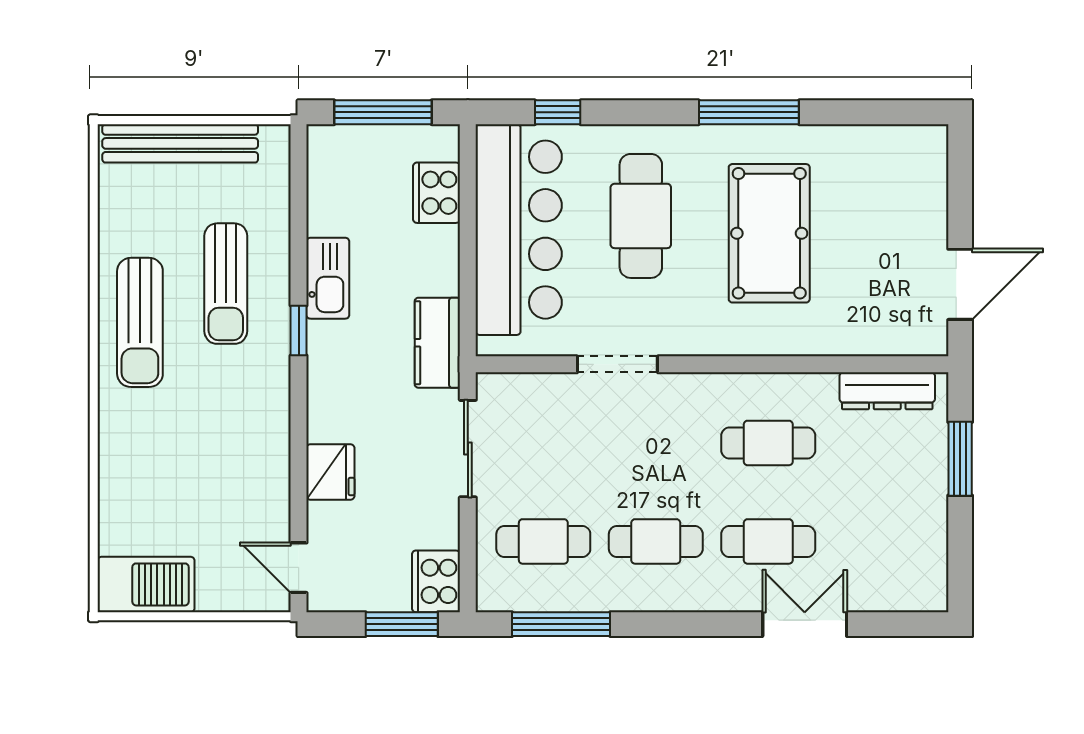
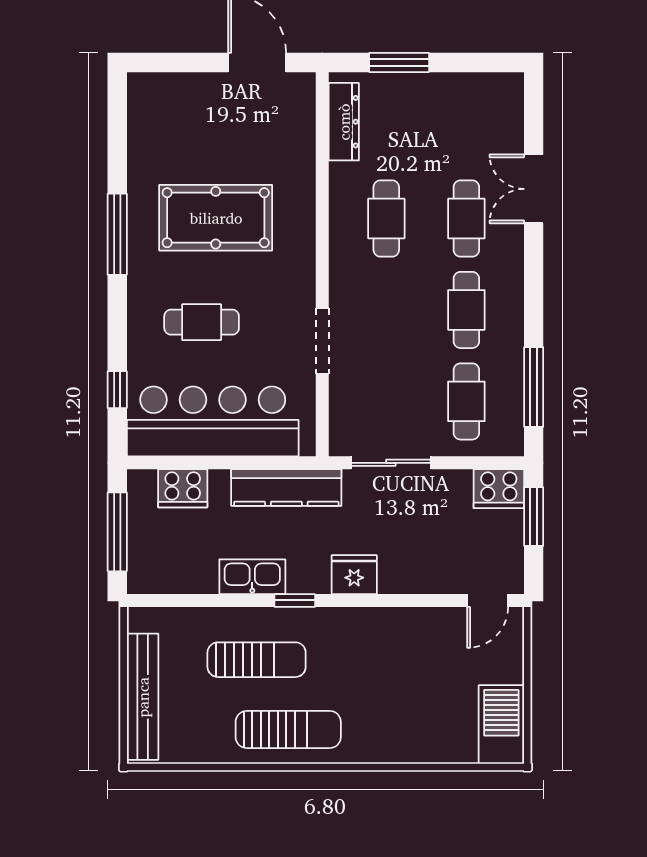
cafe table: (641, 216) -> (202, 322), width x0.73, depth x0.74
kitchen counter: (437, 343) -> (286, 488), width x1.50
fridge: (330, 472) -> (354, 575), moved

